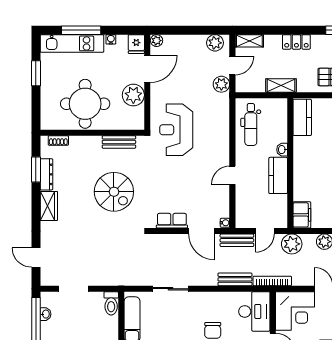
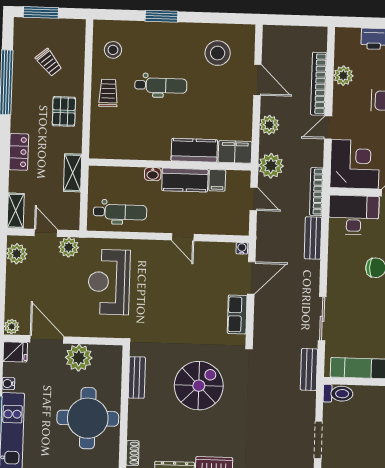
kitchen counter: (302, 117) -> (194, 150), moved
reception desk: (176, 130) -> (109, 282), moved, turned 90
filing cabinet: (279, 201) -> (217, 180), added
bench: (237, 240) -> (309, 369), moved

